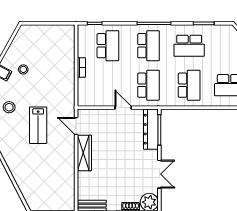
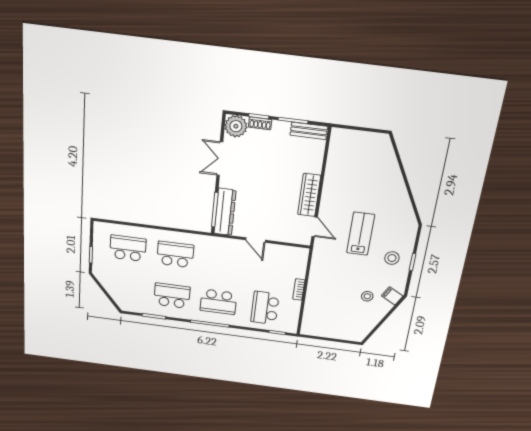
school desk: (149, 46) -> (218, 302), turned -90
school desk: (149, 85) -> (223, 261), removed
school desk: (189, 85) -> (175, 254), turned 90

